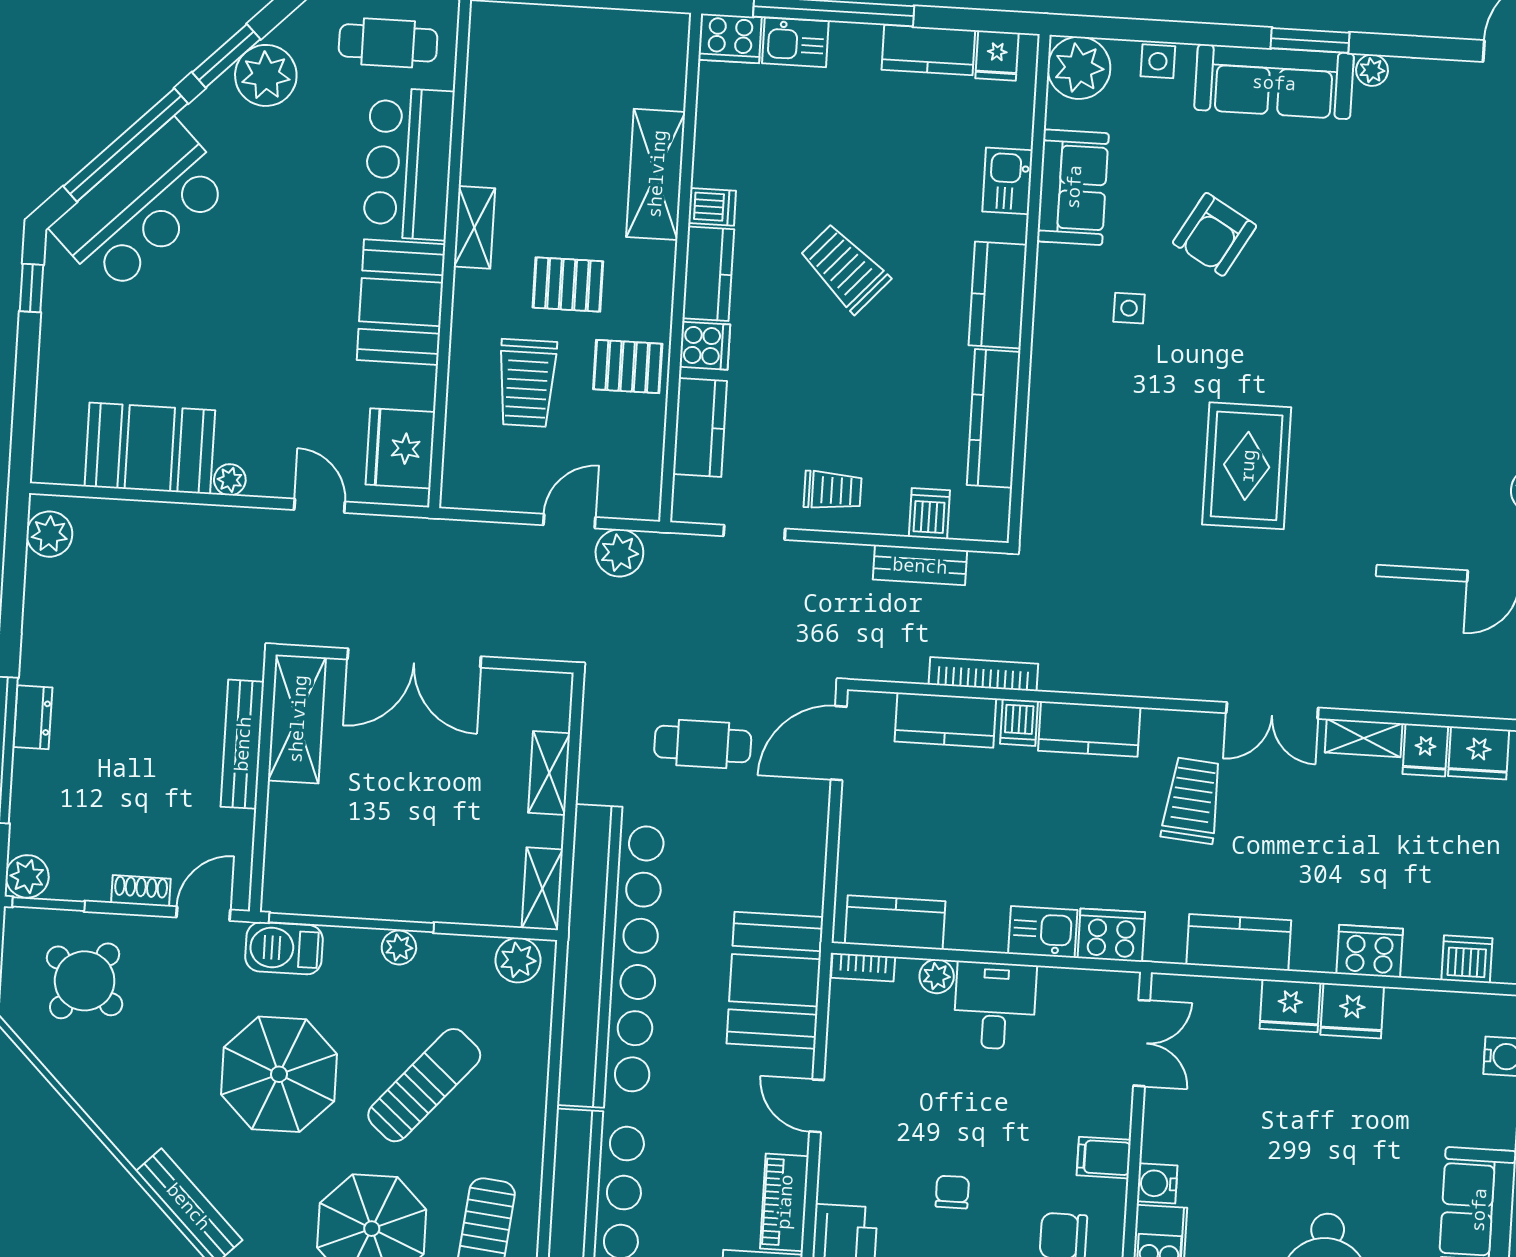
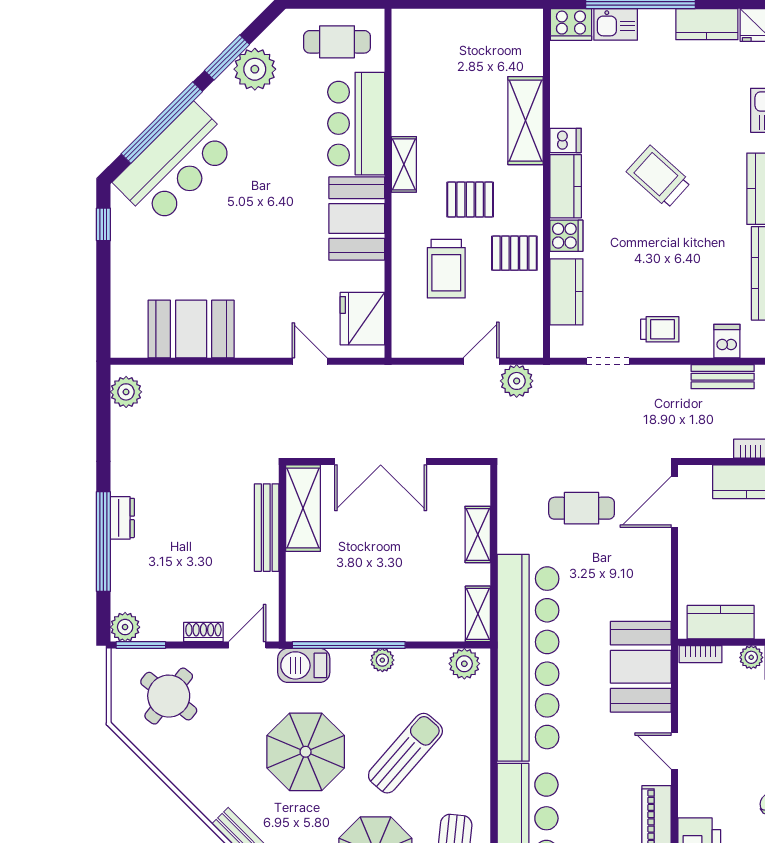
plant: (230, 480) -> (247, 347), removed

